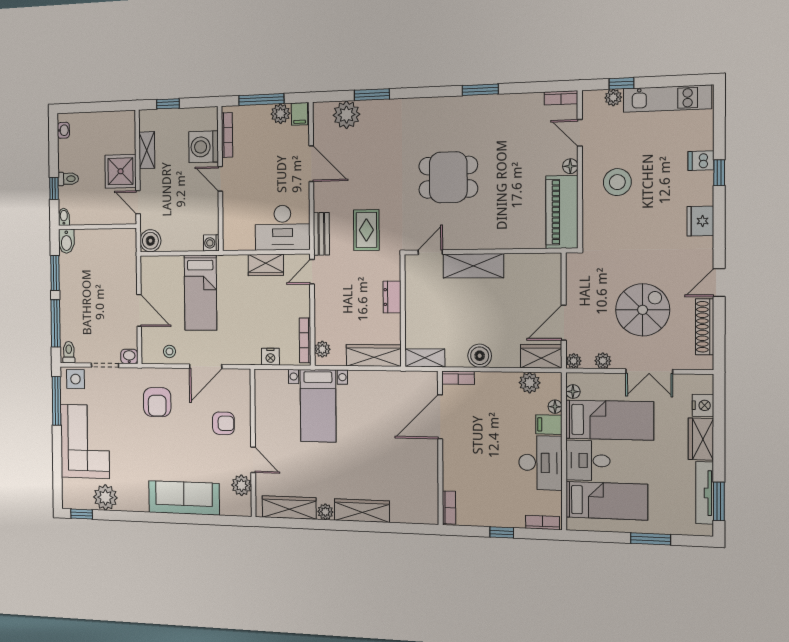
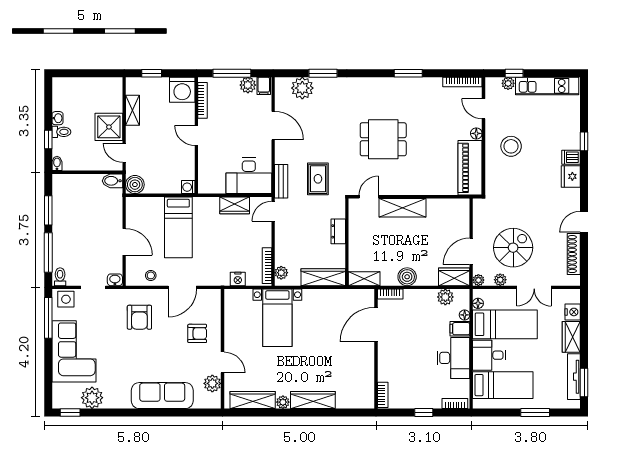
bookcase: (561, 98) -> (462, 82), width x1.56
washbasin: (63, 130) -> (57, 118), moved
washing machine: (203, 147) -> (182, 90), moved, turned -90
dishwasher: (701, 161) -> (571, 157), moved
bidet: (66, 241) -> (113, 181), moved, turned 90
spiral stairs: (643, 310) -> (513, 248), moved

